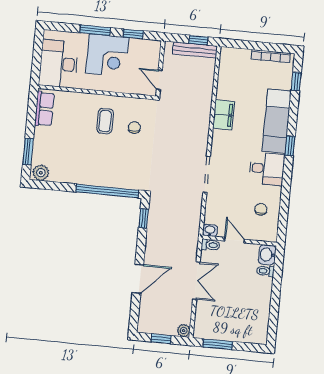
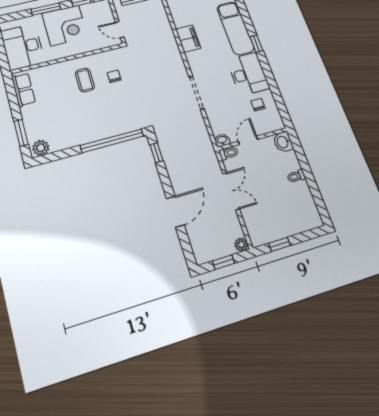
desk: (267, 169) -> (248, 74), width x1.37
door: (234, 240) -> (248, 140), hinge flipped
toilet: (265, 271) -> (296, 176), moved
window: (218, 344) -> (279, 244), width x0.67

